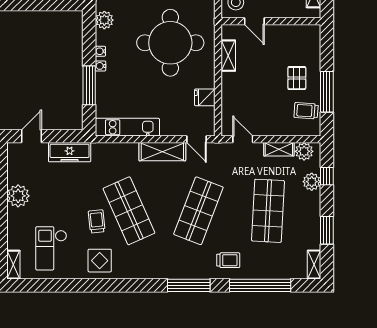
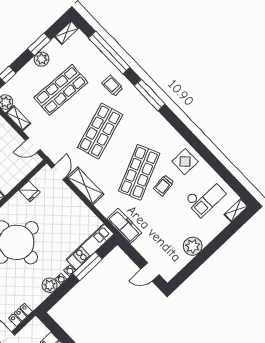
plant: (104, 20) -> (50, 285), moved
kitchen unit: (127, 127) -> (90, 247), moved, turned 90
door: (243, 139) -> (33, 145), hinge flipped
freezer: (70, 152) -> (124, 226), moved
plant: (312, 182) -> (42, 59), moved
shop shelf: (198, 211) -> (100, 131), turned -39

